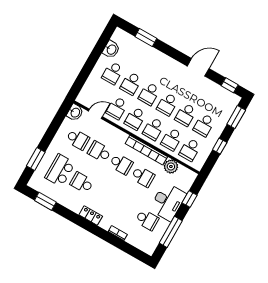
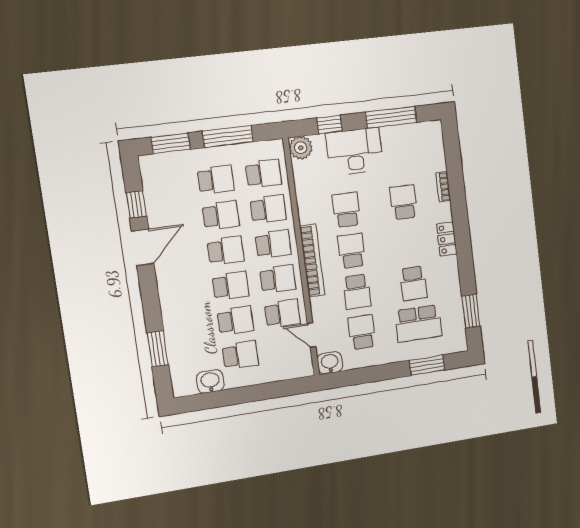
door: (198, 67) -> (143, 247), swing flipped
window: (230, 85) -> (136, 204), moved
window: (220, 146) -> (228, 137), width x2.17
bookcase: (146, 150) -> (312, 261), moved
plant: (171, 166) -> (301, 148), moved
school desk: (147, 220) -> (404, 202), moved

